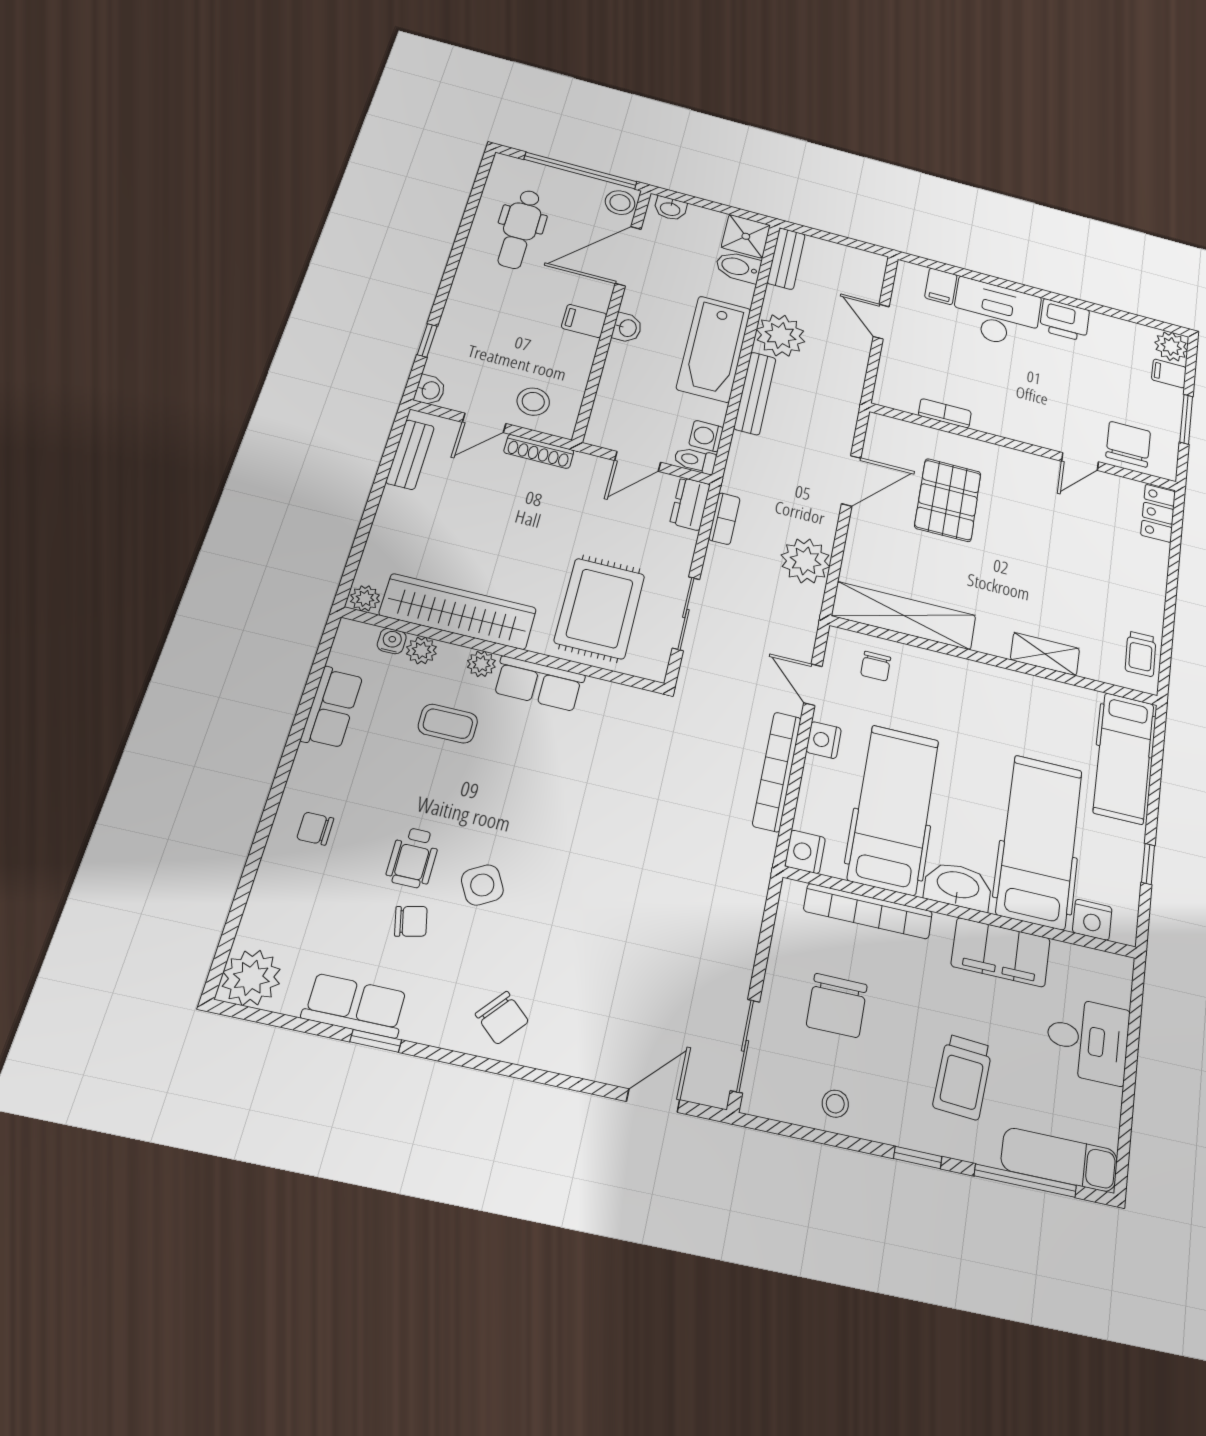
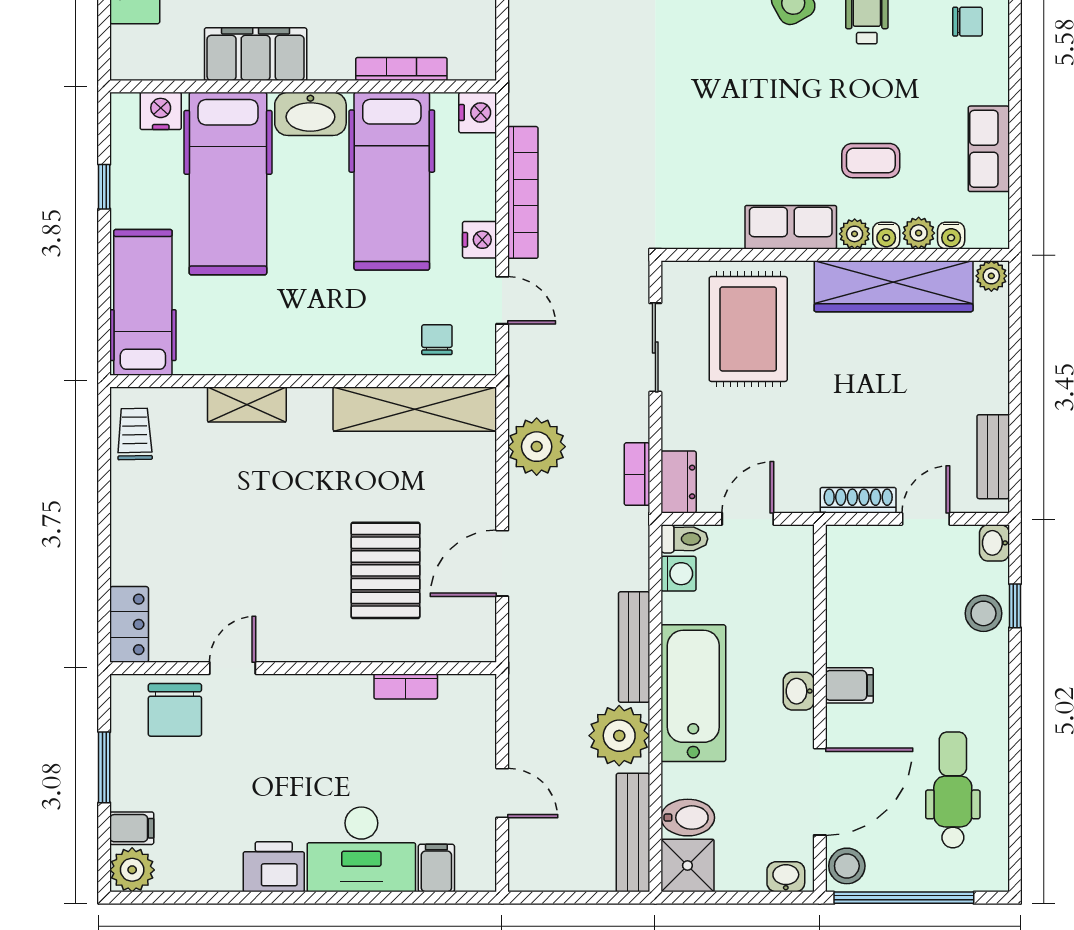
bench: (786, 259) -> (633, 833), width x1.36
stool: (533, 402) -> (983, 613), moved
water cooler: (452, 655) -> (886, 236), added
bookcase: (868, 911) -> (401, 69), width x0.68, depth x0.76

